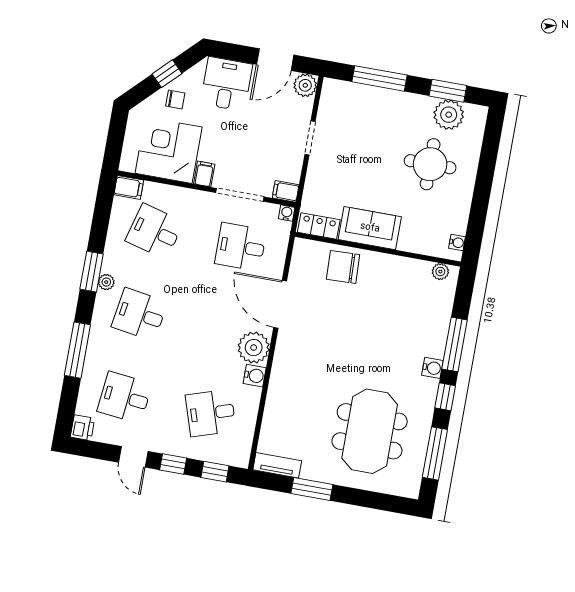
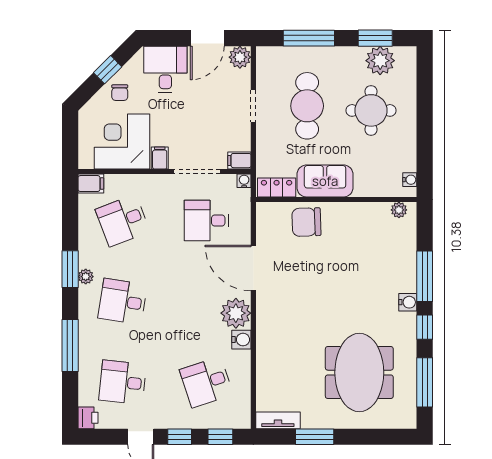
chair: (175, 99) -> (120, 93), turned 90
cafe table: (365, 148) -> (307, 106), added
desk: (155, 231) -> (123, 221), turned -36

